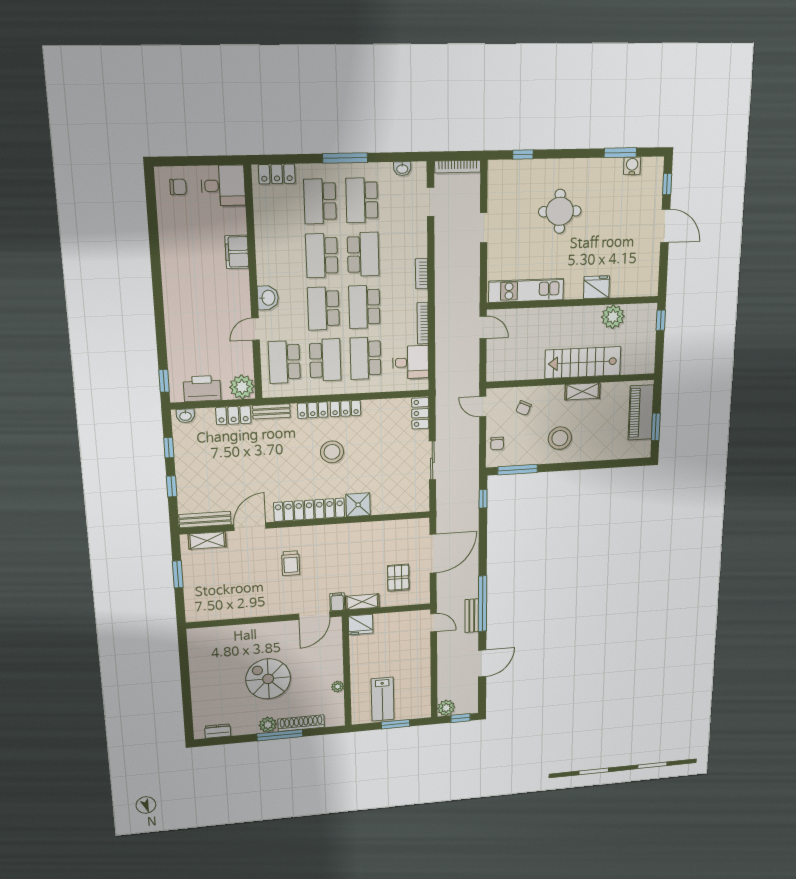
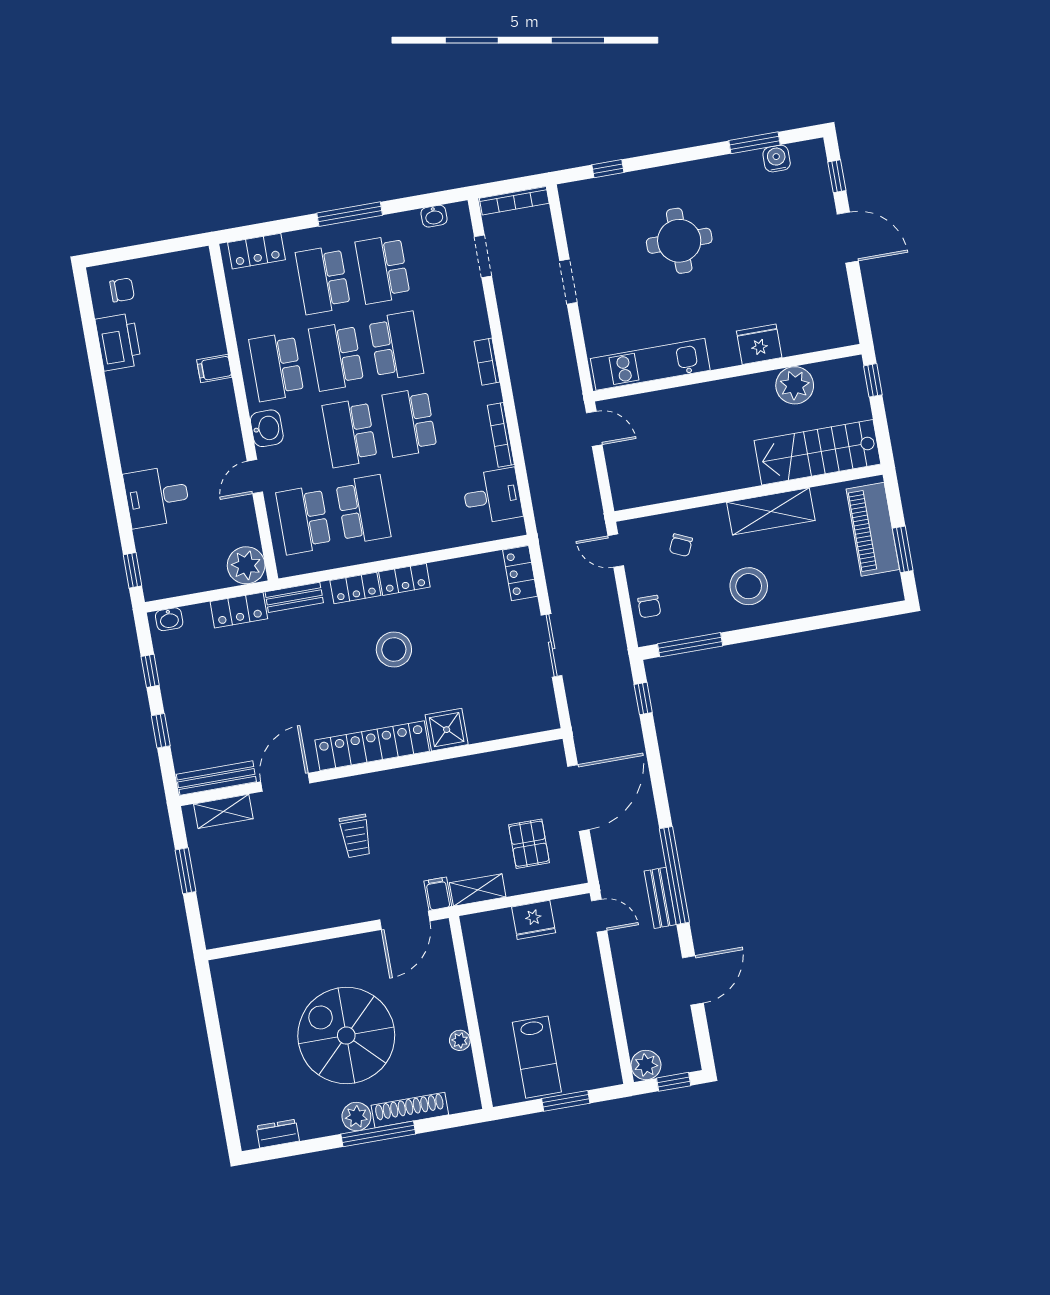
desk: (223, 186) -> (157, 497), moved, turned 180
filing cabinet: (237, 252) -> (214, 369), width x0.50
school desk: (366, 358) -> (276, 367), moved
stairs: (583, 363) -> (817, 452), moved
printer: (202, 389) -> (118, 342), moved, turned 90
shelving: (582, 391) -> (771, 511), width x1.50, depth x1.33
fridge: (361, 625) -> (534, 920), moved
spiral stairs: (268, 679) -> (346, 1035), width x1.37, depth x1.37

